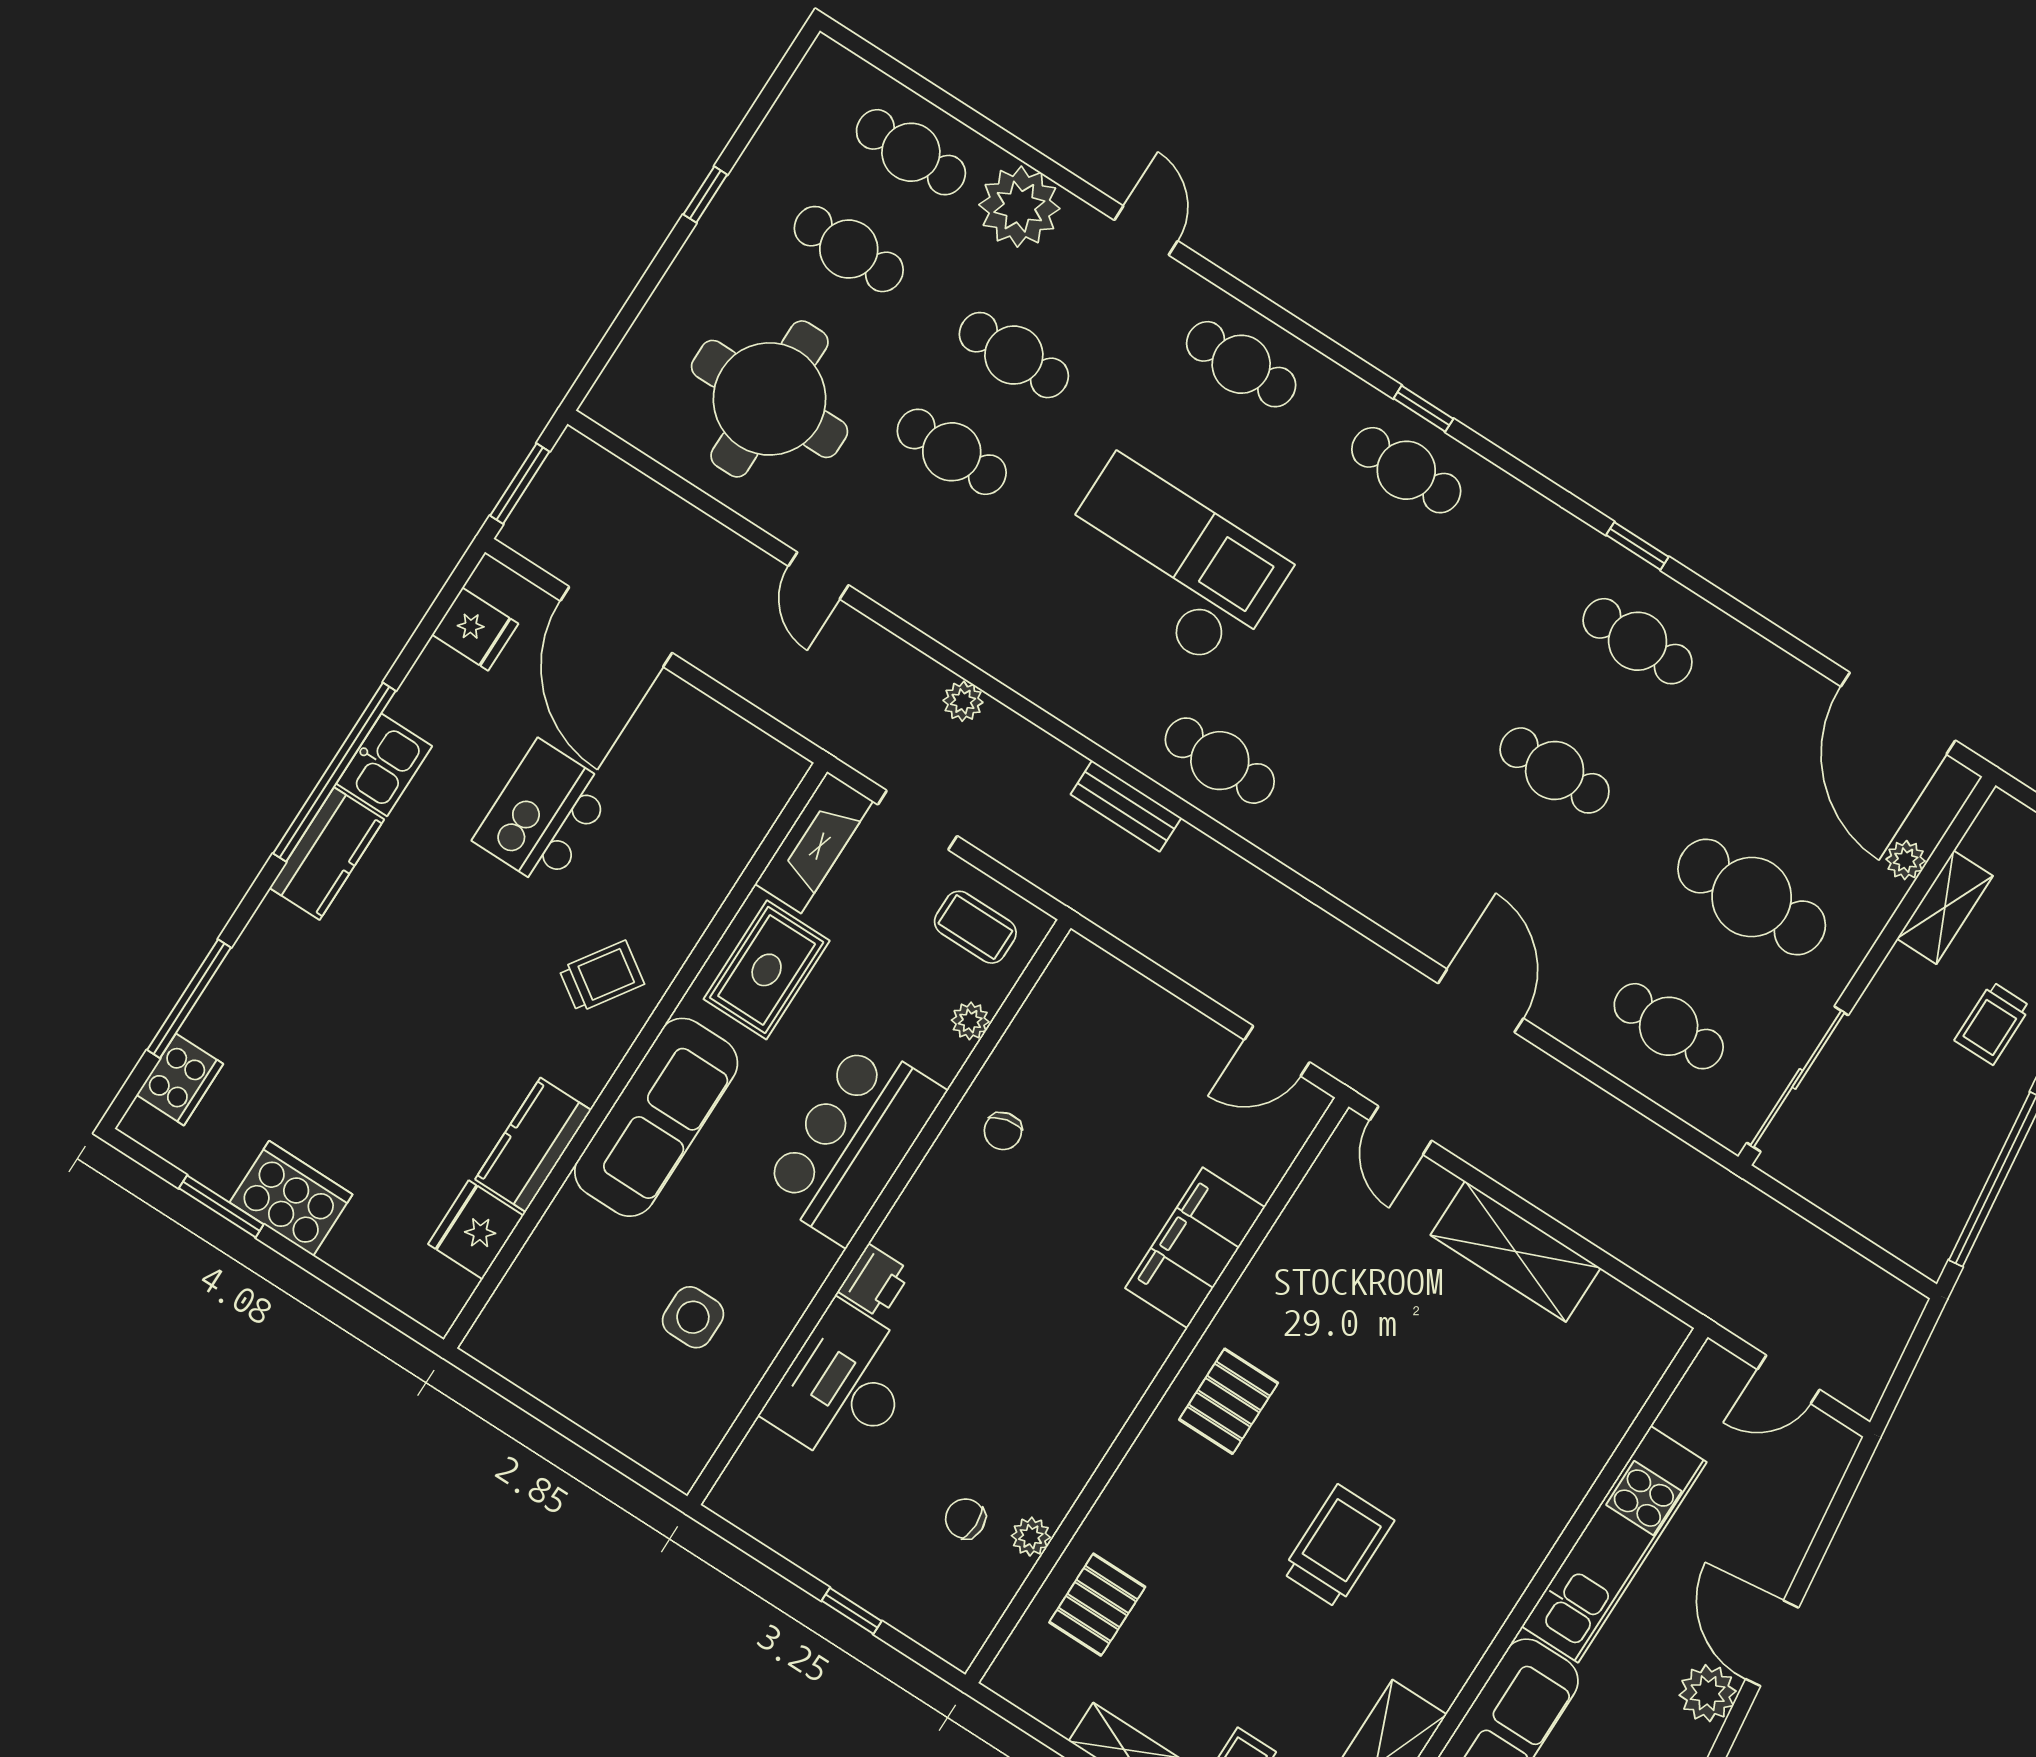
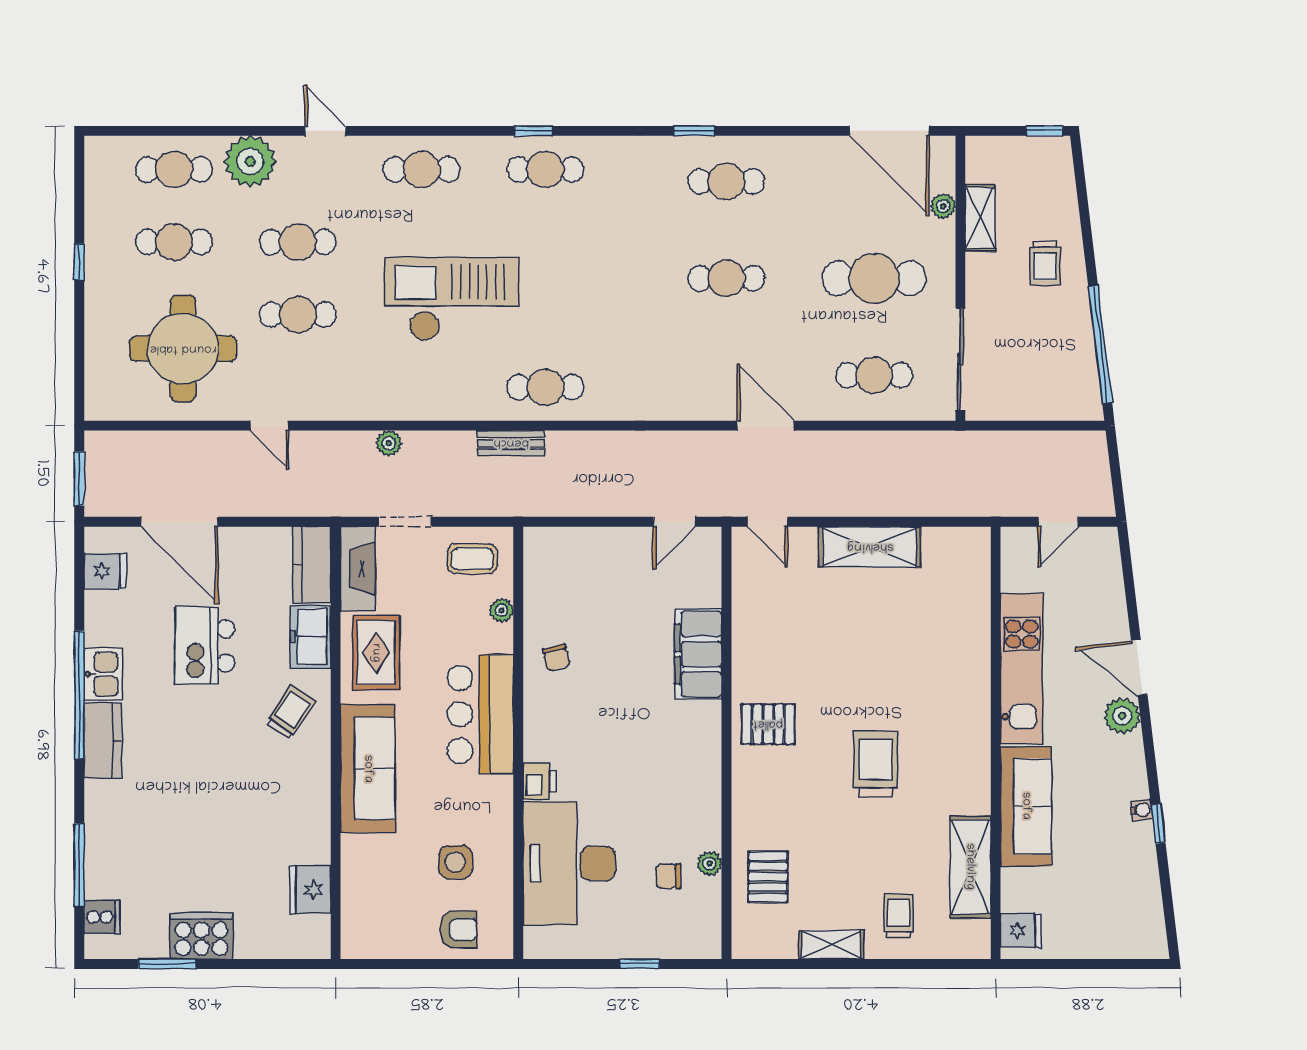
freezer: (693, 893) -> (311, 637), added
cooker: (180, 1079) -> (102, 917), width x0.73
kitchen counter: (533, 1145) -> (312, 565), moved
desk: (844, 1385) -> (569, 863), width x1.36, depth x1.30
pallet: (1229, 1401) -> (768, 724), turned 90
armchair: (639, 1410) -> (458, 930), added

